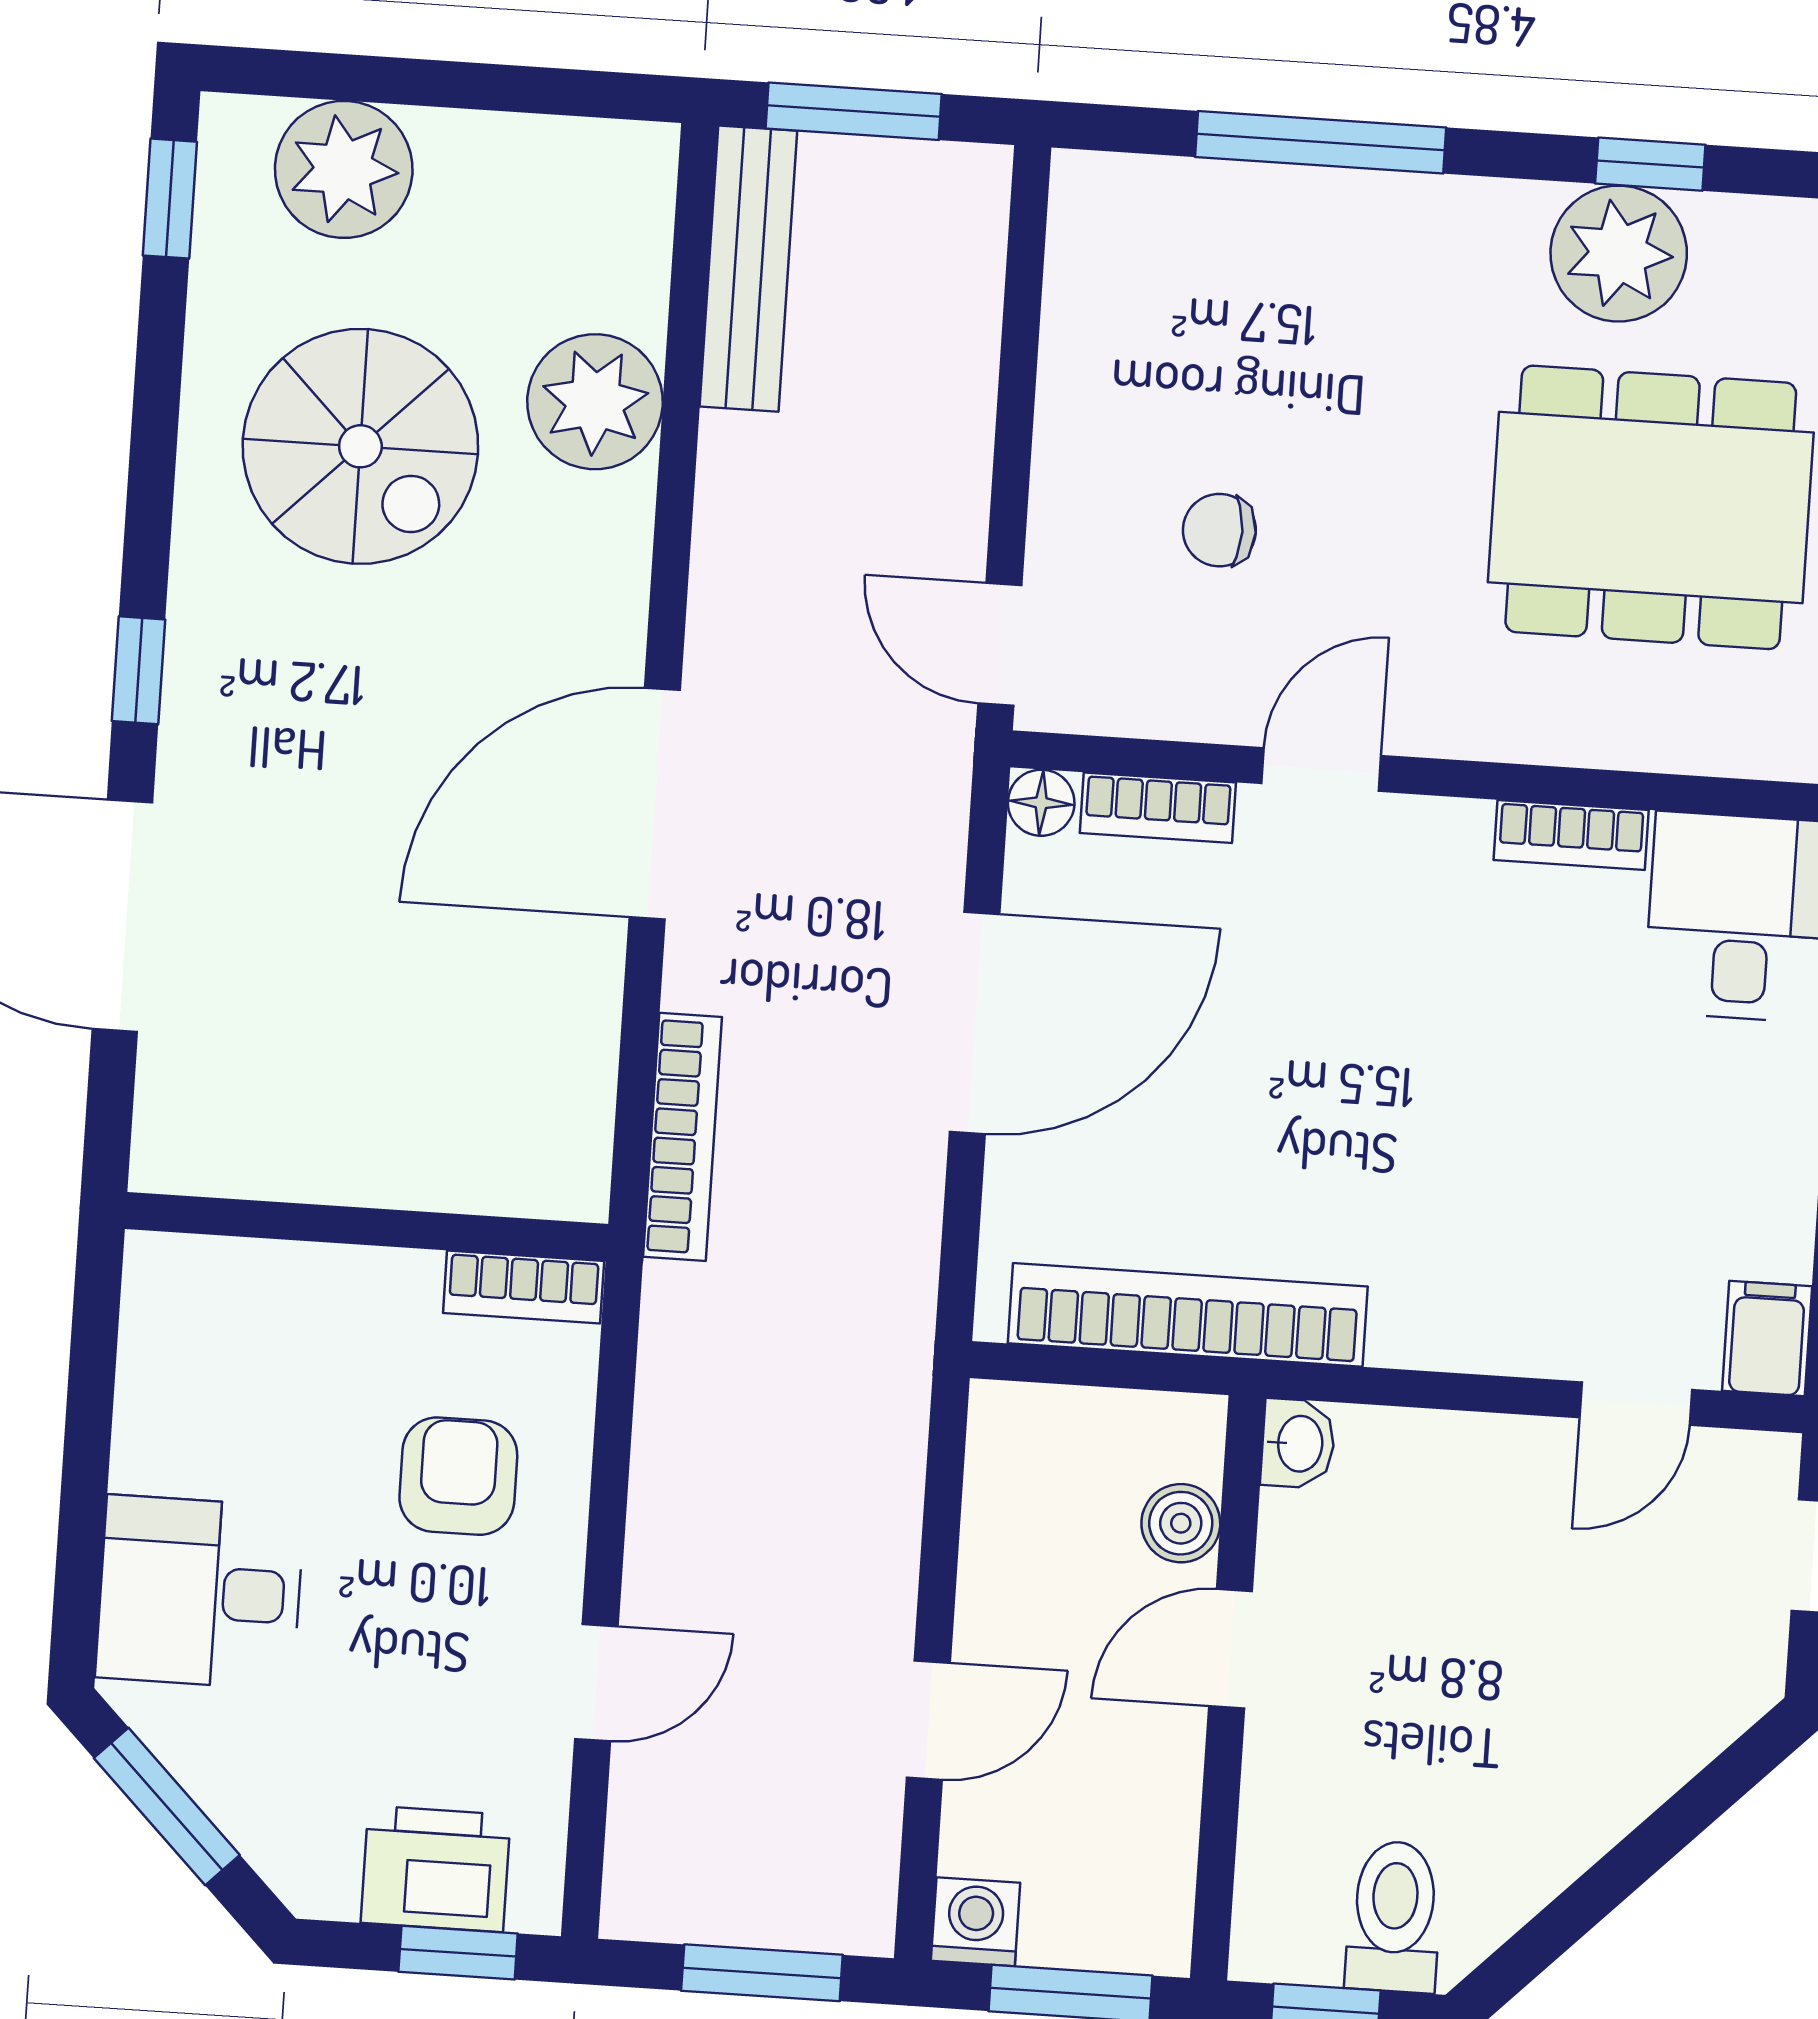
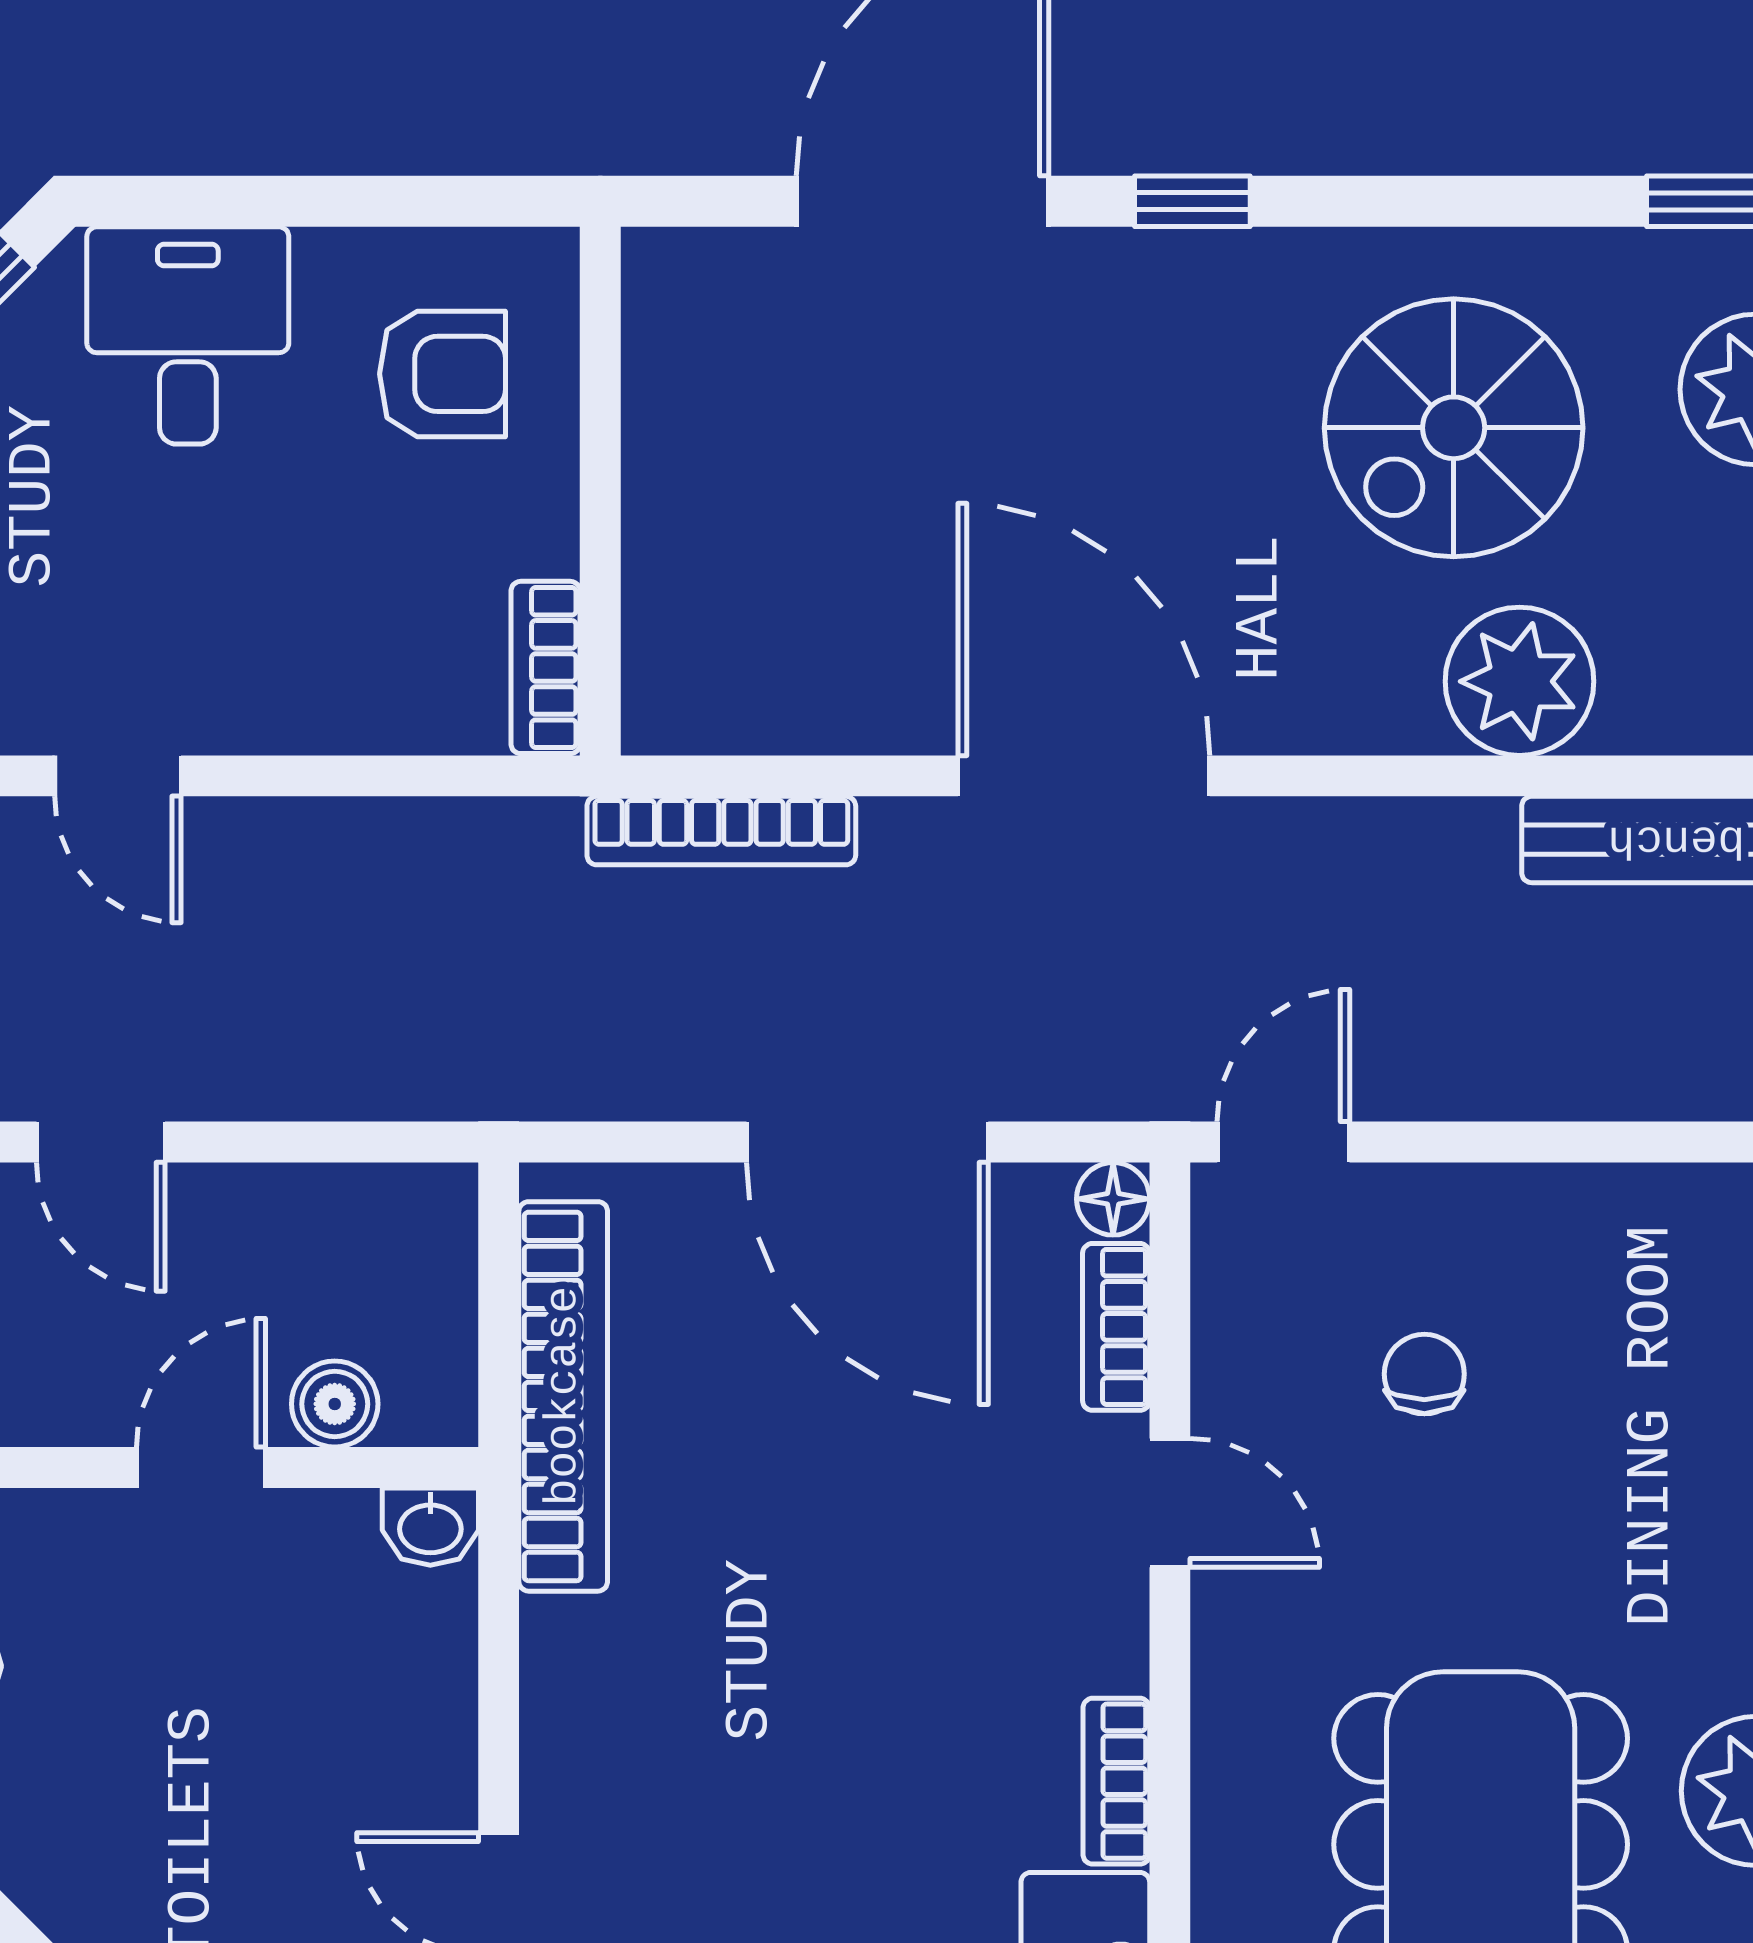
armchair: (458, 1476) -> (443, 374), moved
door: (1230, 1649) -> (201, 1467), hinge flipped

